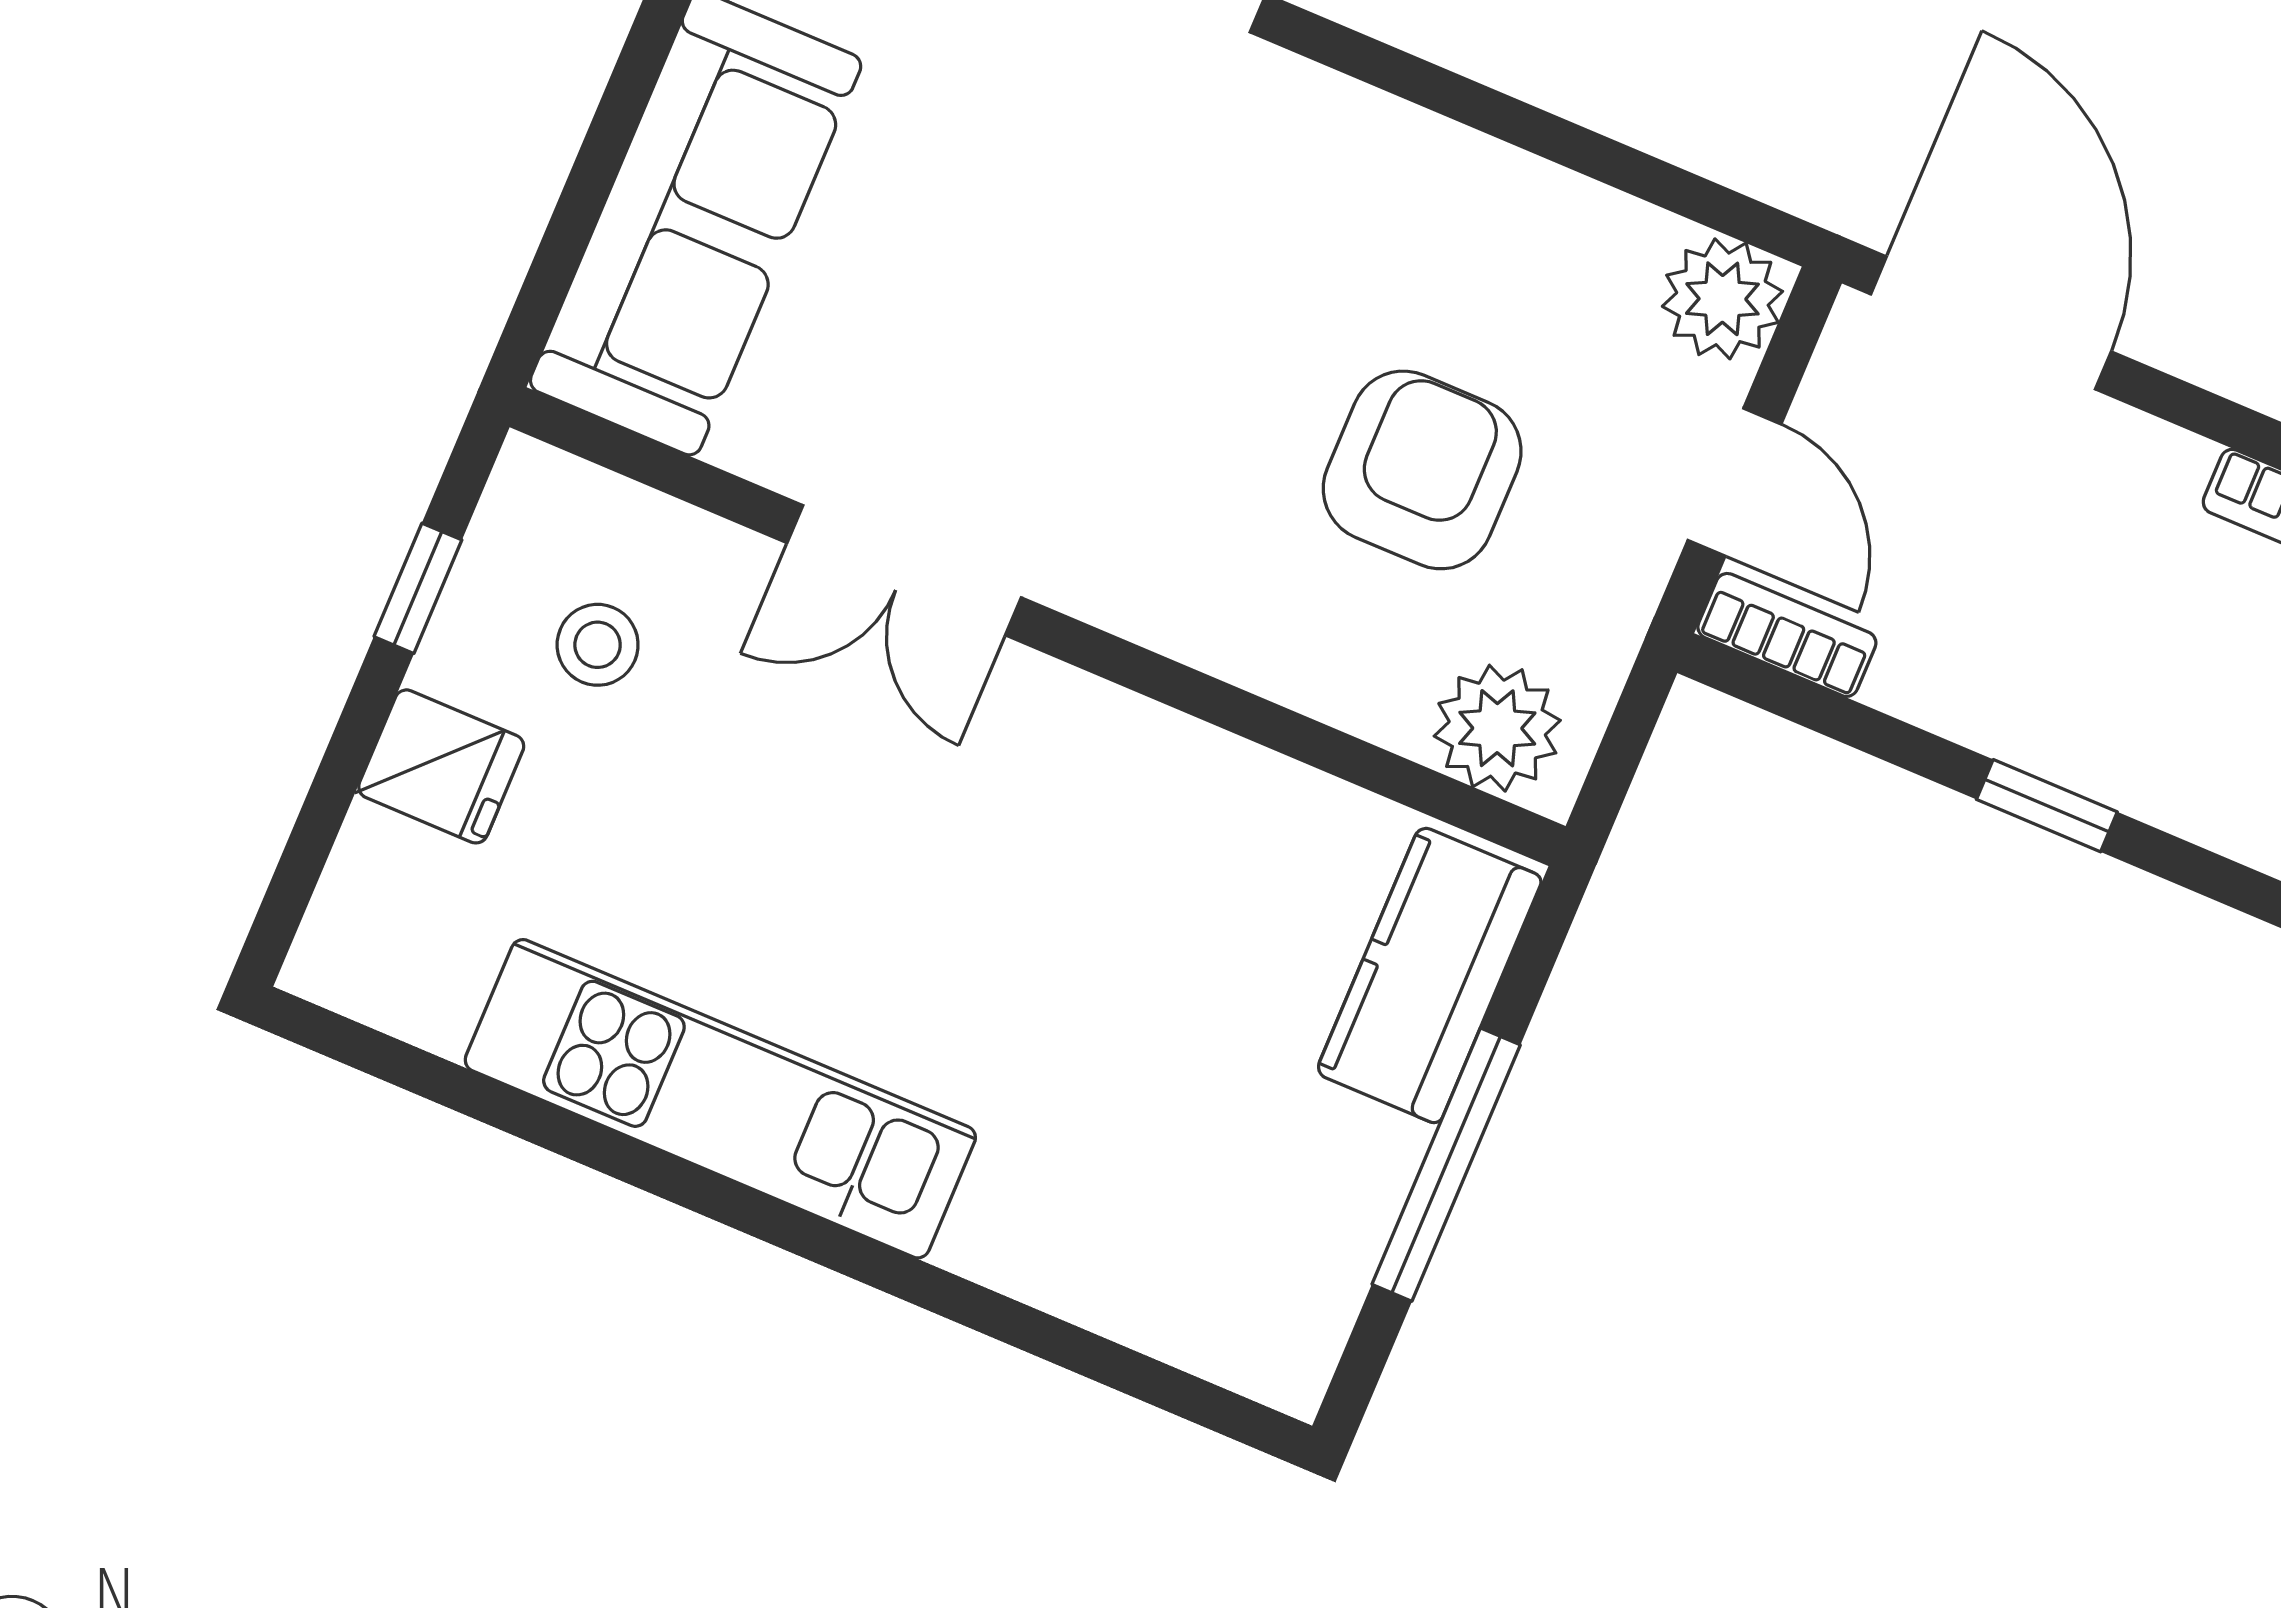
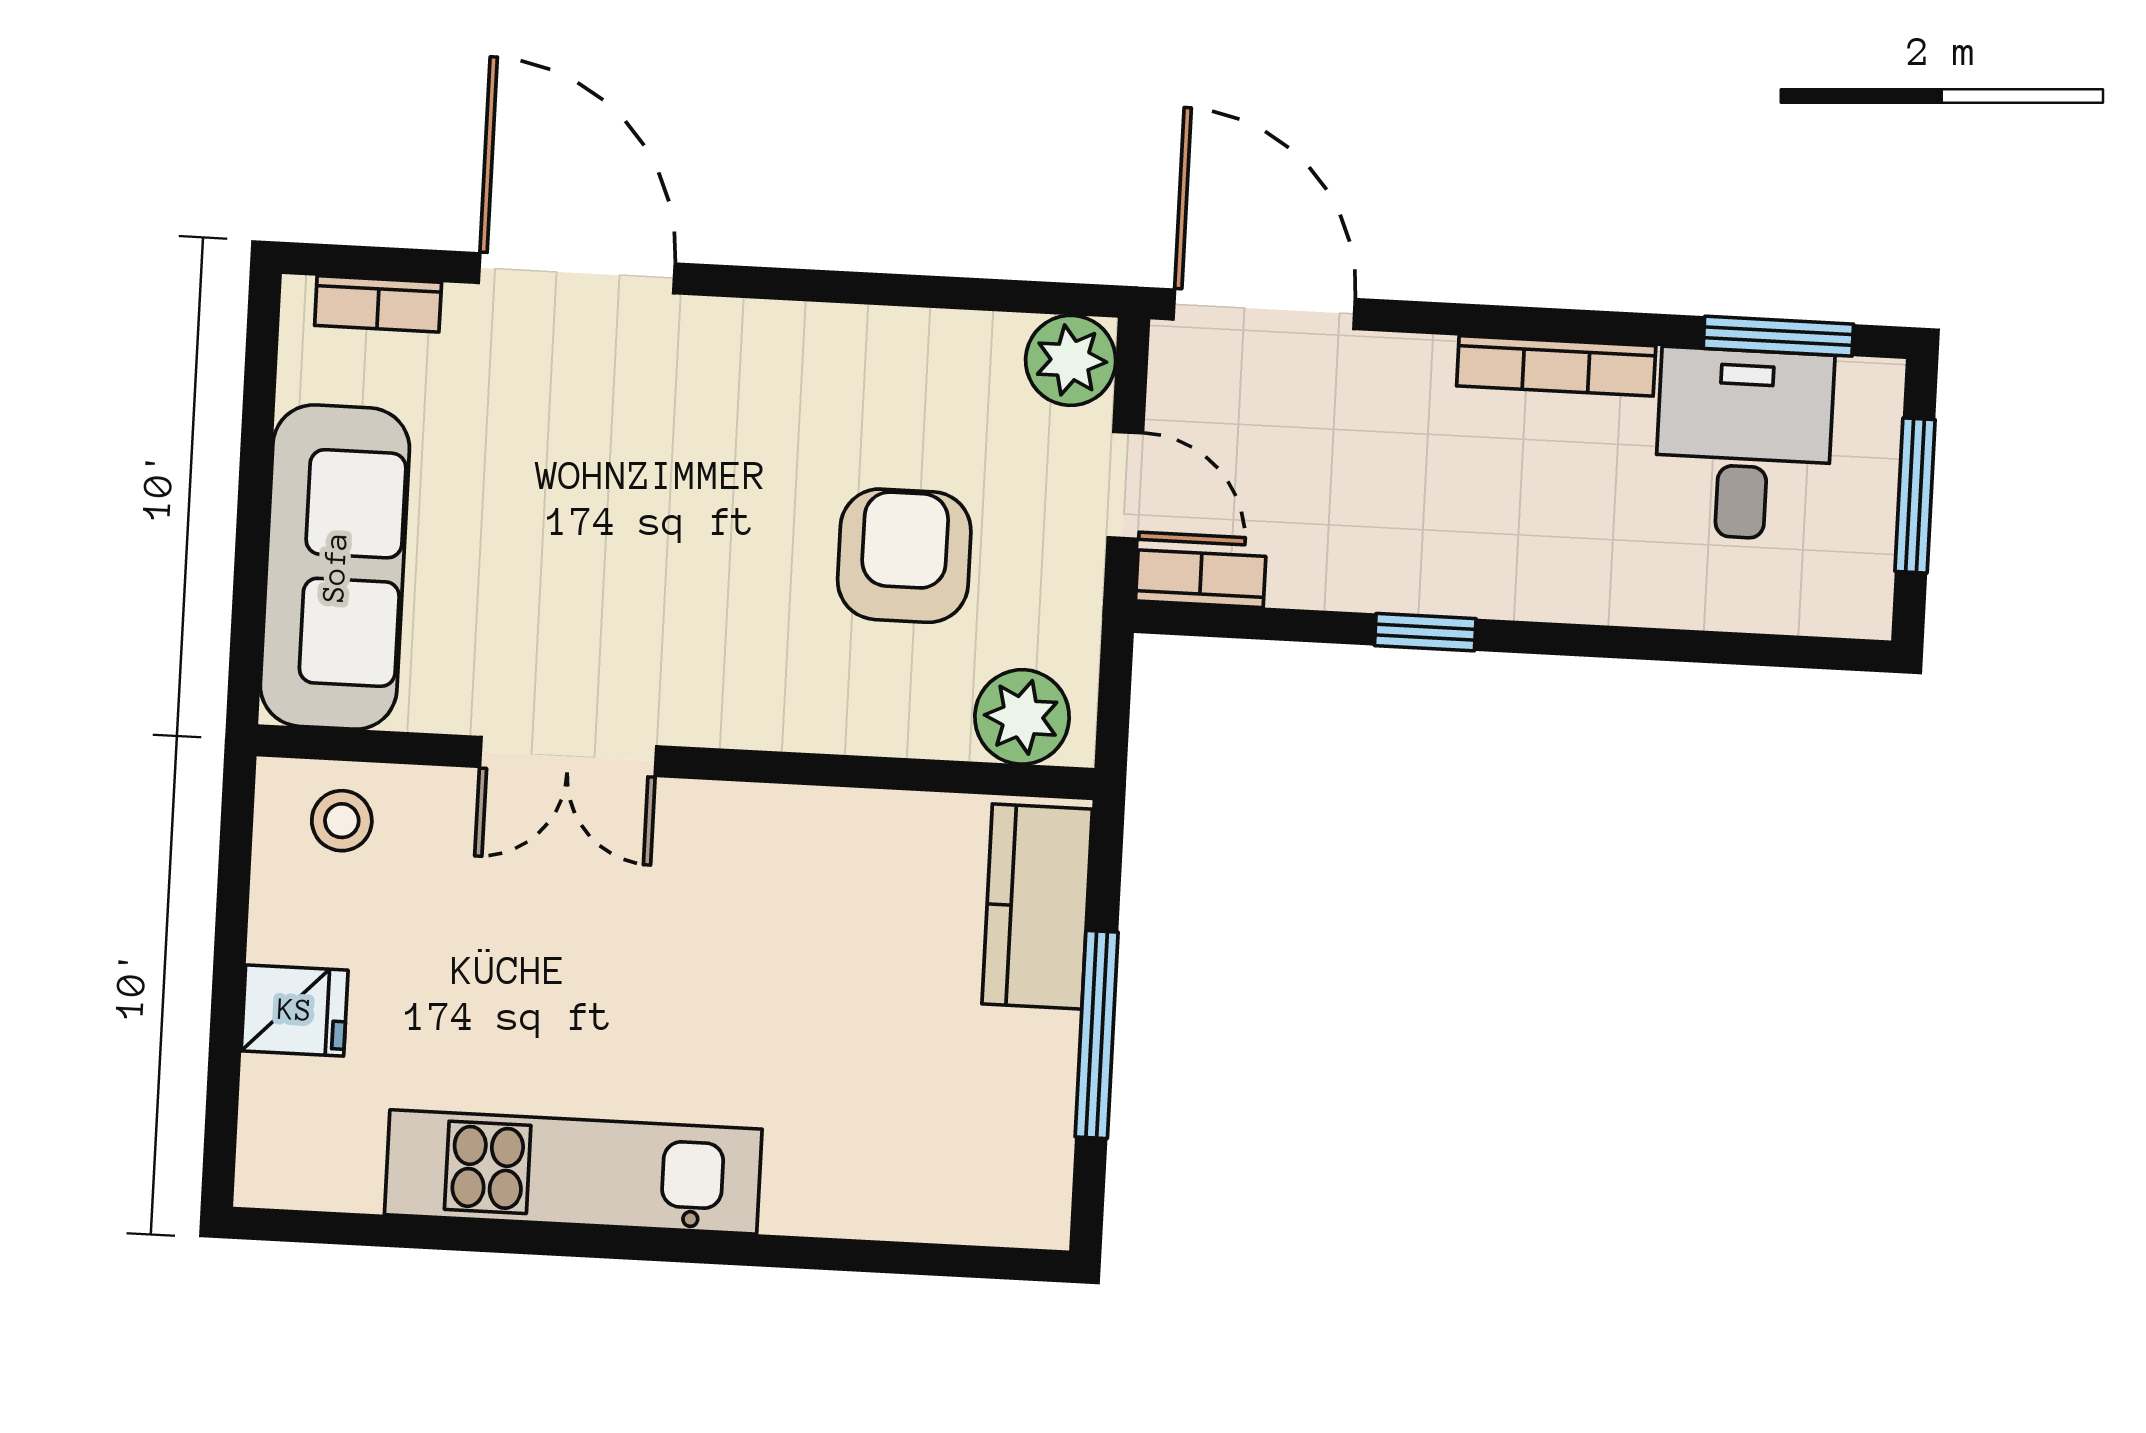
window: (418, 588) -> (233, 892), removed
stool: (598, 645) -> (342, 821), moved

